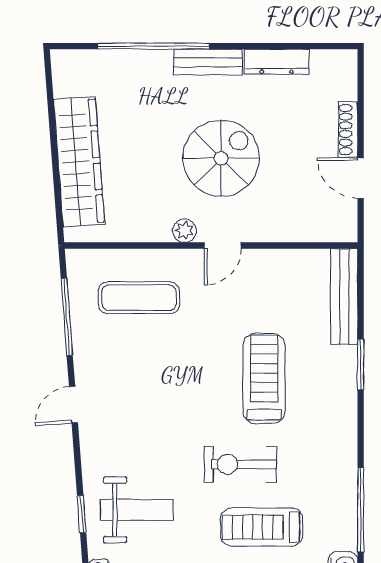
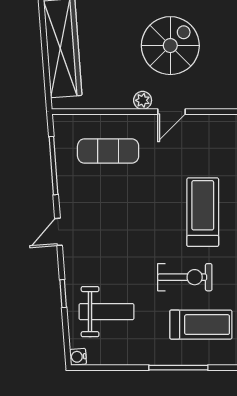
exercise bike: (240, 464) -> (185, 277), turned 180
window: (82, 514) -> (63, 294), moved
treadmill: (262, 527) -> (201, 325), turned 180

